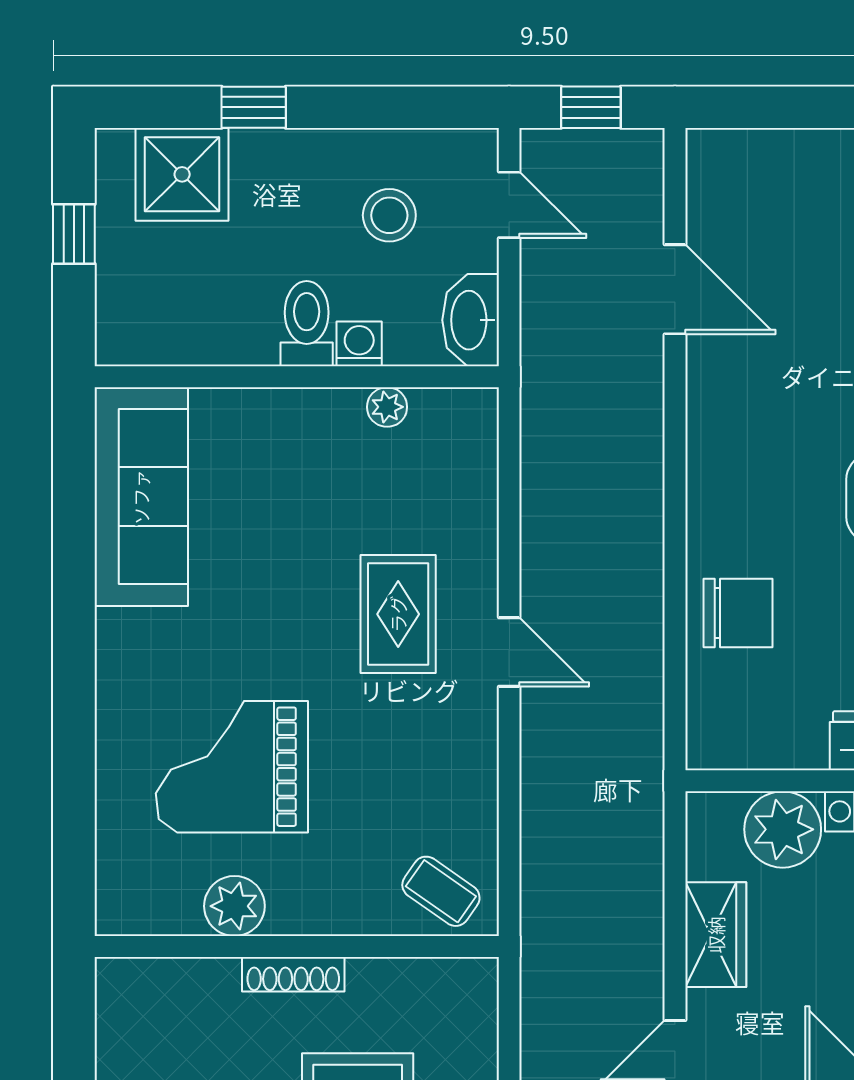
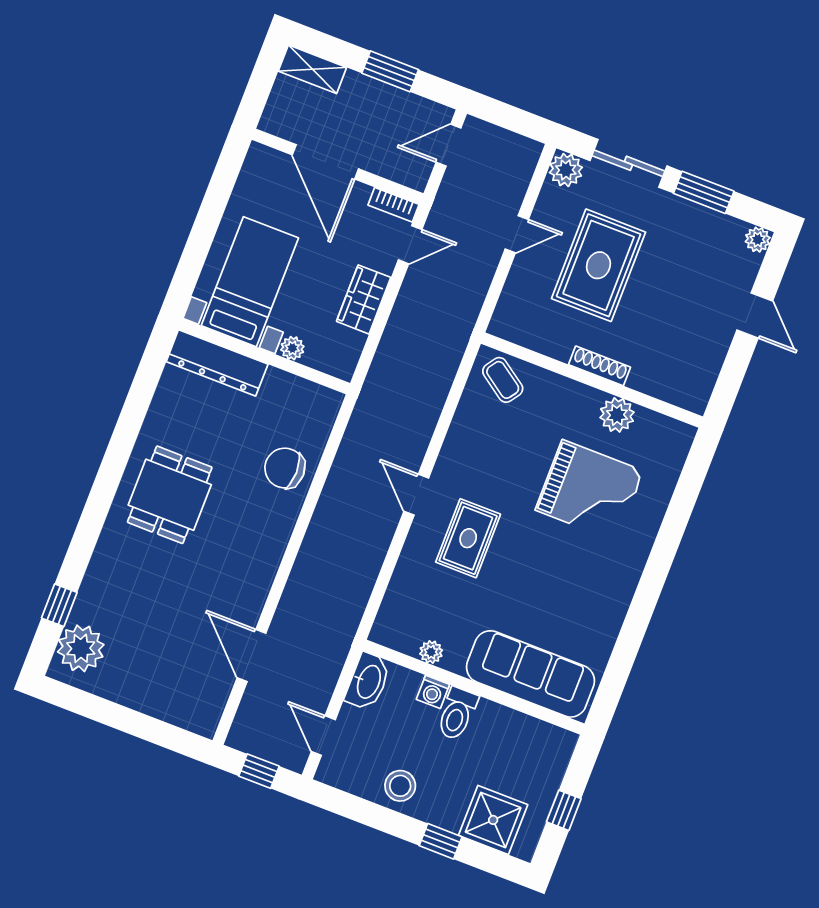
stool: (389, 215) -> (400, 786), moved
sofa: (141, 497) -> (530, 674), moved, turned 90
plant: (783, 829) -> (292, 348), width x0.53, depth x0.53

